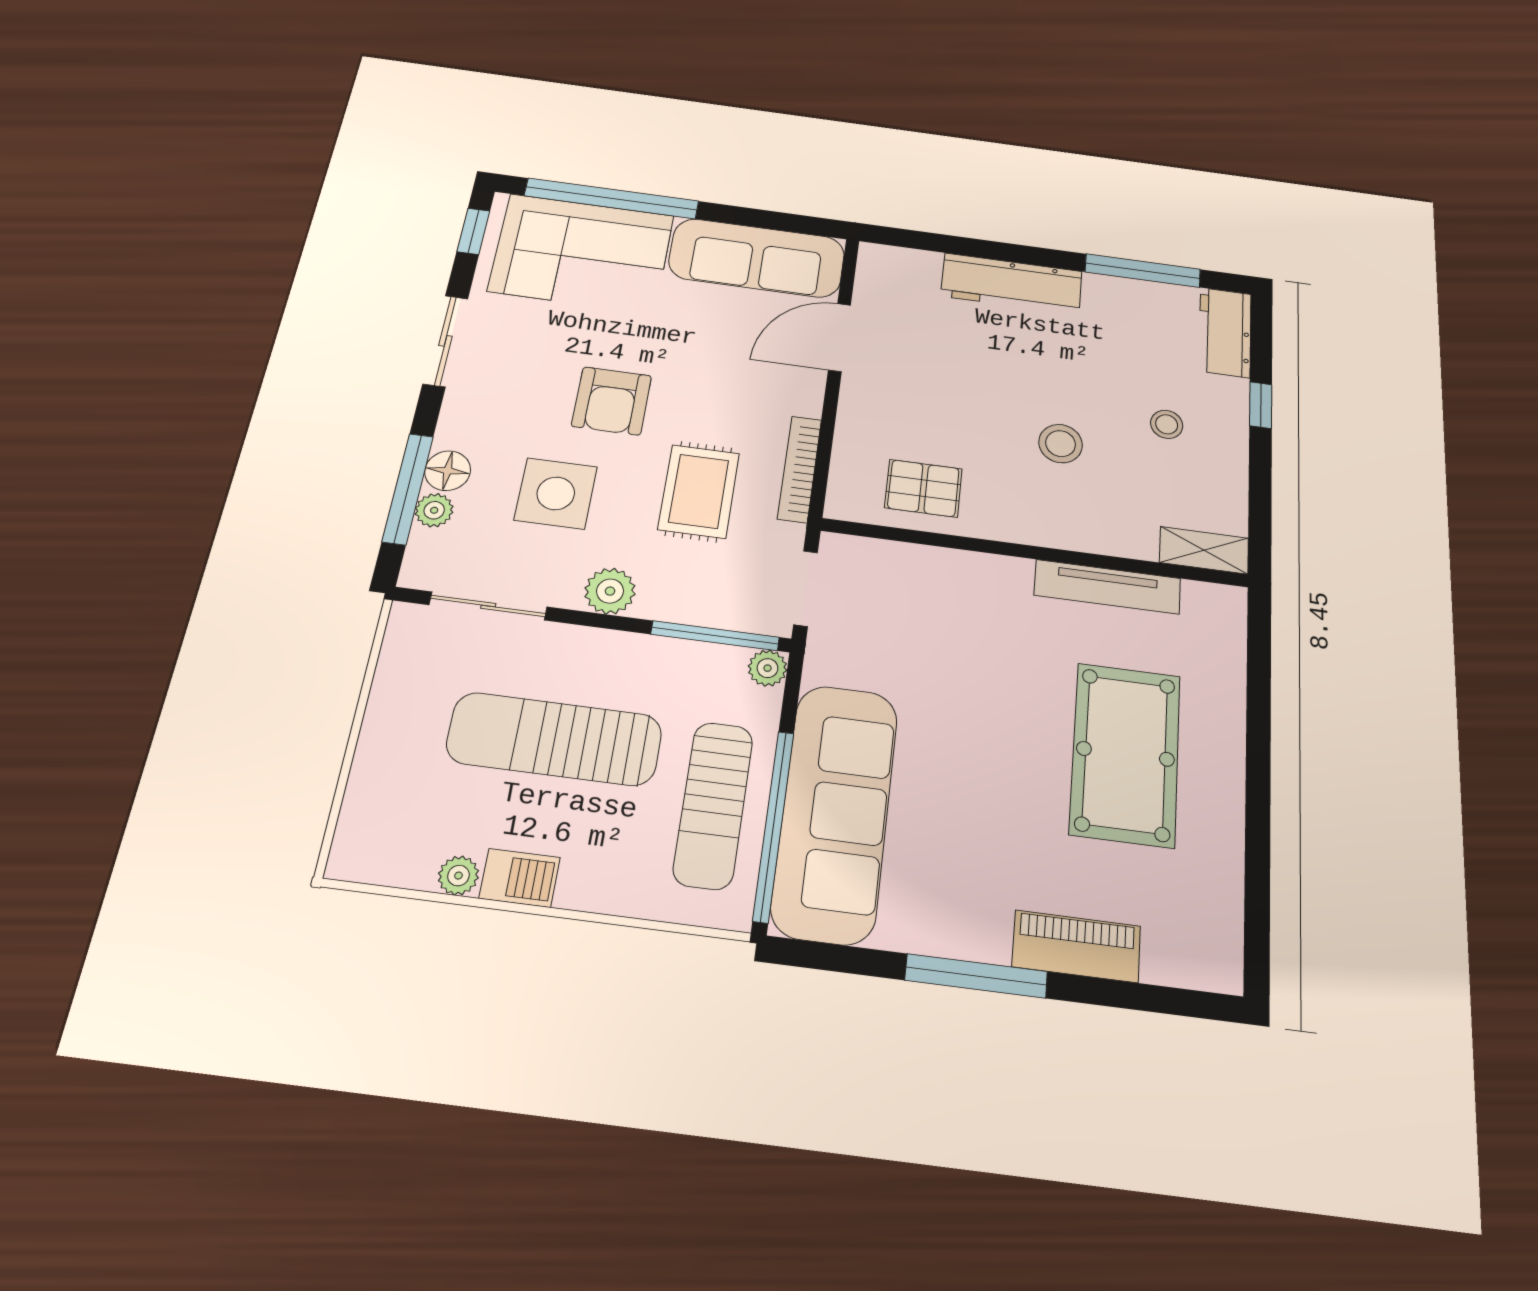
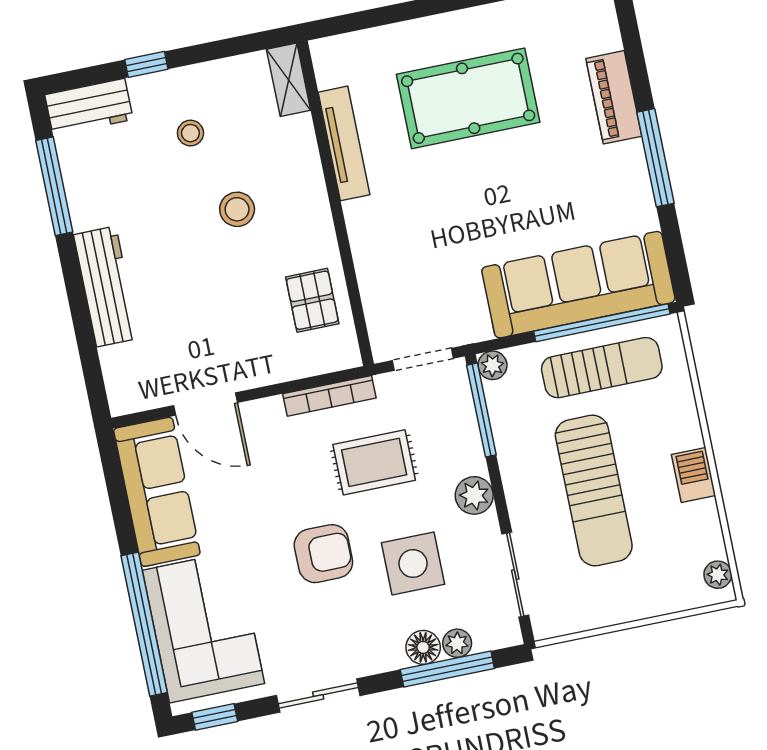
plant: (458, 876) -> (718, 575), moved

